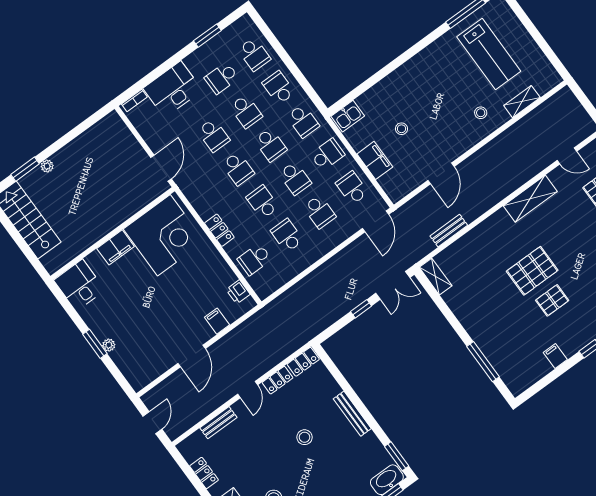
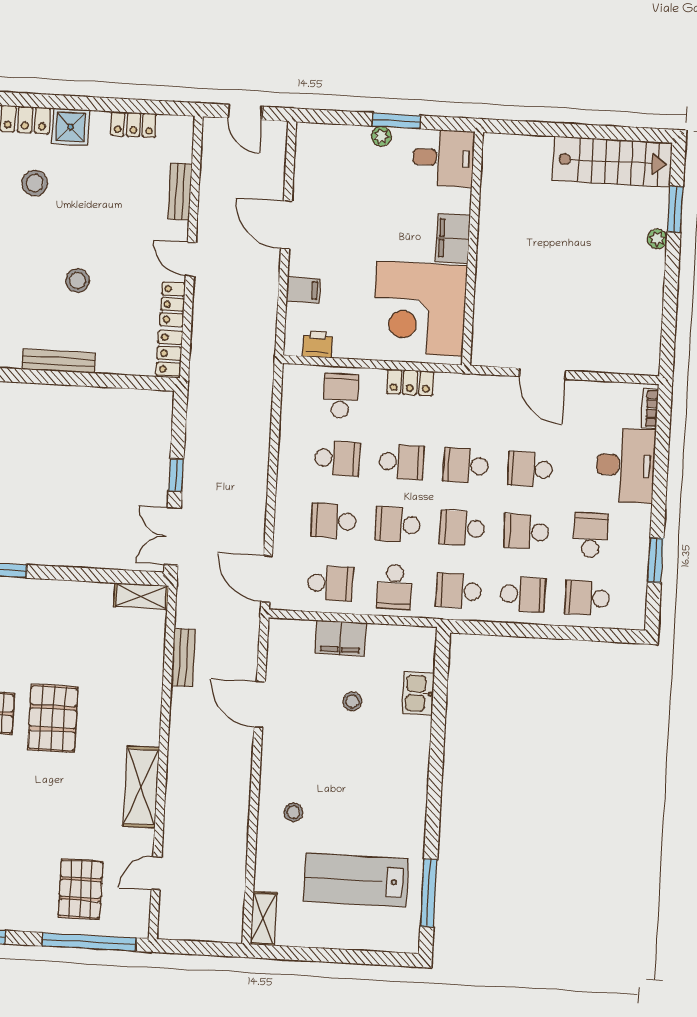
shelving: (522, 102) -> (263, 919), moved
kitchen sink: (348, 116) -> (418, 693), moved
wall: (113, 234) -> (473, 249), moved
corner desk: (164, 235) -> (420, 309), moved
filing cabinet: (116, 247) -> (453, 239), moved
desk: (79, 285) -> (443, 158), moved

